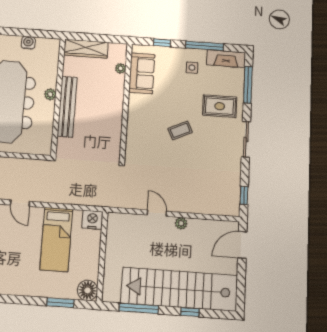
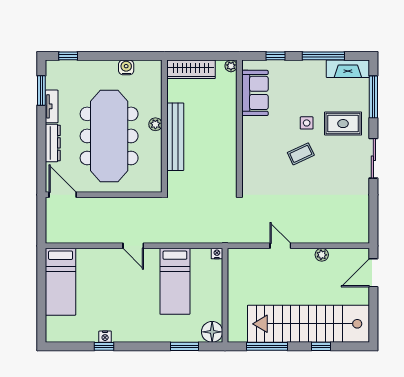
plant: (121, 68) -> (231, 66), moved
side table: (192, 68) -> (307, 123), moved
window: (244, 195) -> (373, 220), removed
nightstand: (92, 220) -> (217, 254), width x0.53, depth x0.56
plant: (181, 223) -> (322, 255), moved

